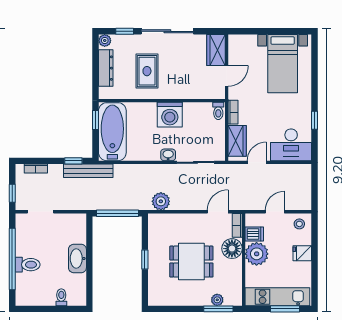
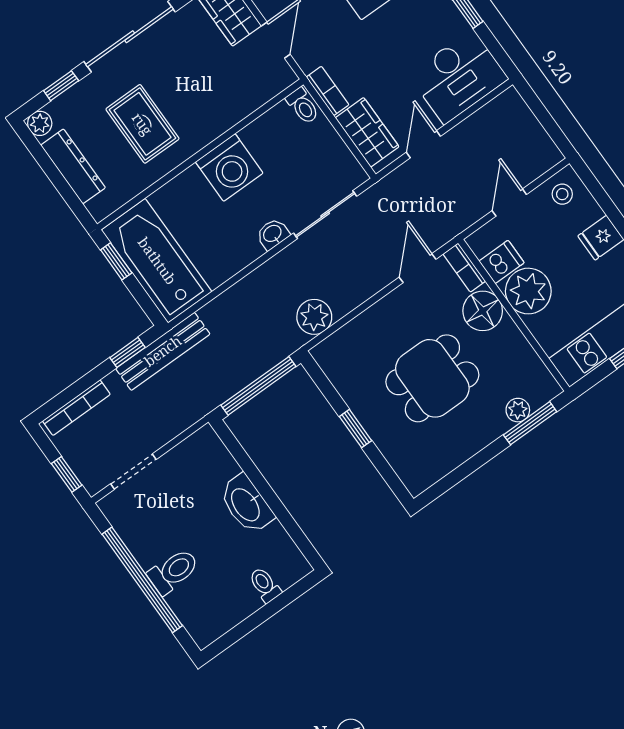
bookcase: (36, 169) -> (76, 408), width x1.56

